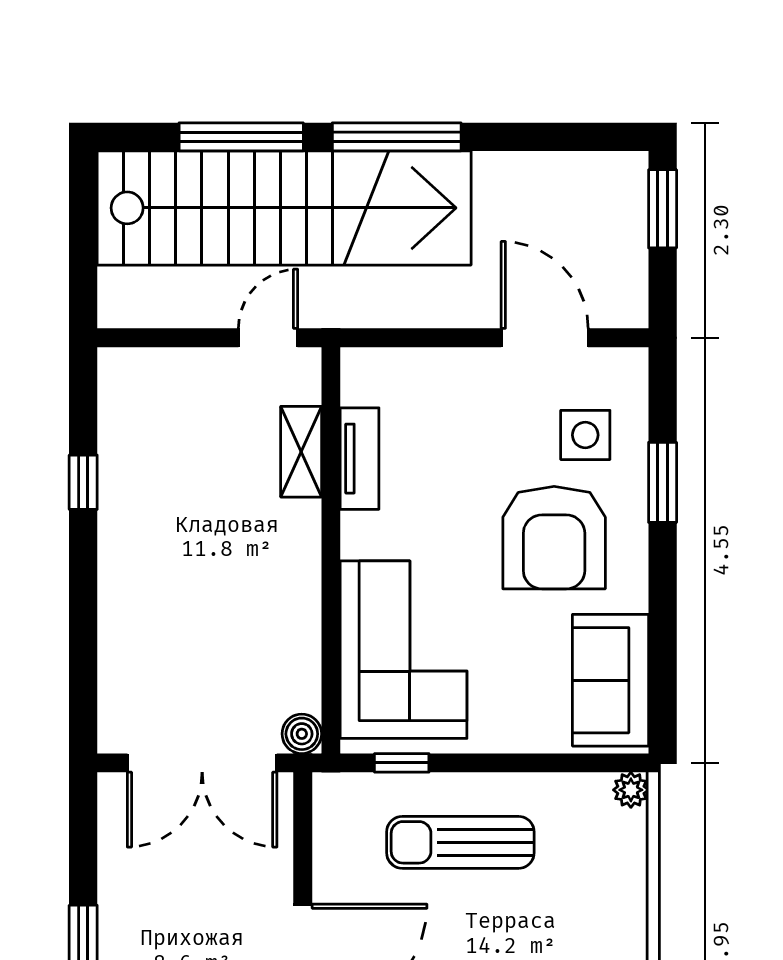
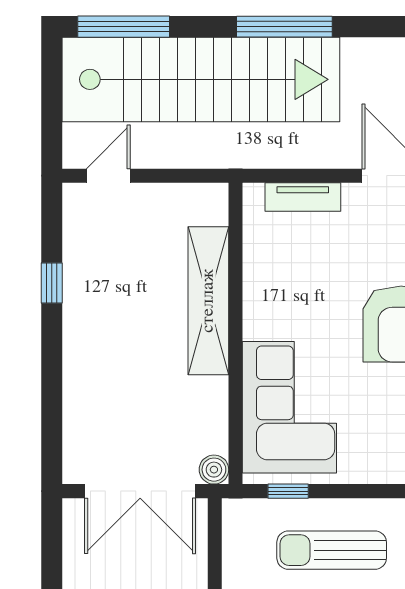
window: (241, 137) -> (124, 27), moved
door: (268, 338) -> (108, 176), moved
shelving: (301, 452) -> (208, 301), width x2.20, depth x1.33
tv unit: (360, 459) -> (303, 197), moved, turned 90

